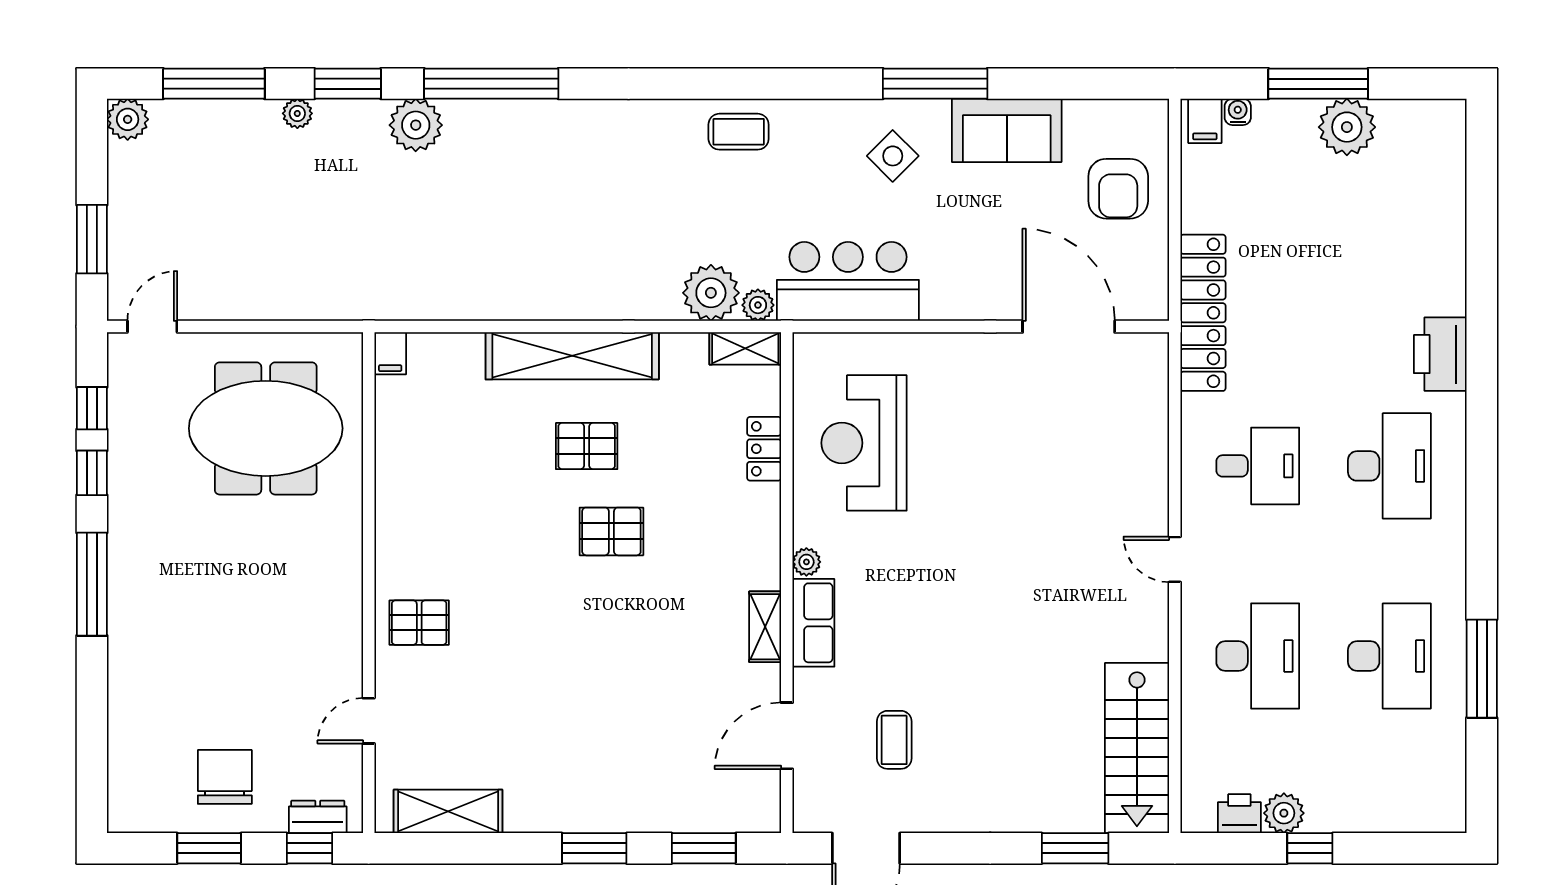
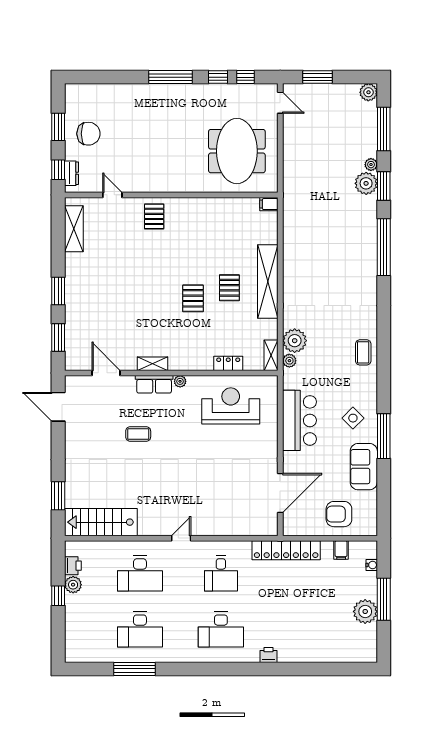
filing cabinet: (1205, 121) -> (341, 550), moved, turned -90
plant: (416, 125) -> (366, 183), moved
bar counter: (848, 281) -> (299, 420), moved
printer: (1440, 354) -> (269, 655), width x0.53, depth x0.68
coffee table: (894, 740) -> (138, 434), moved

